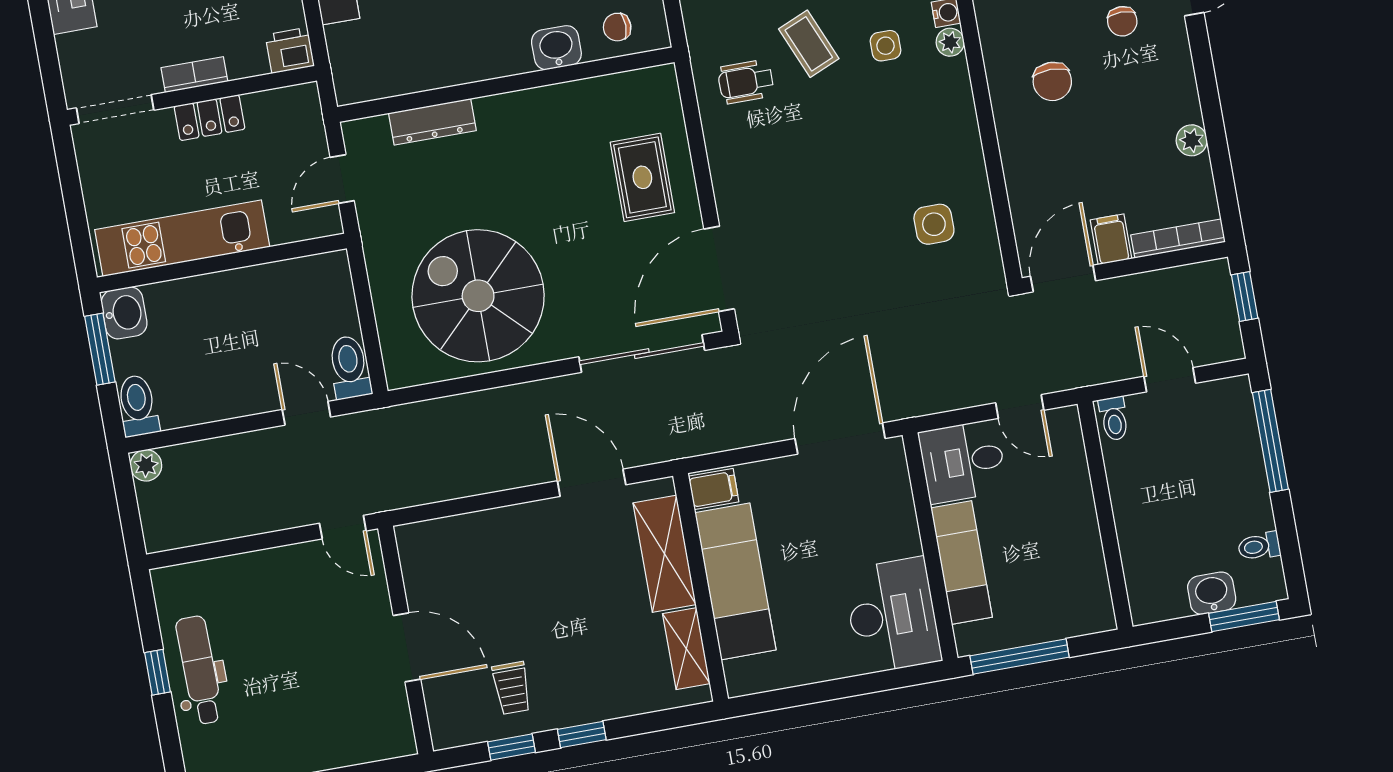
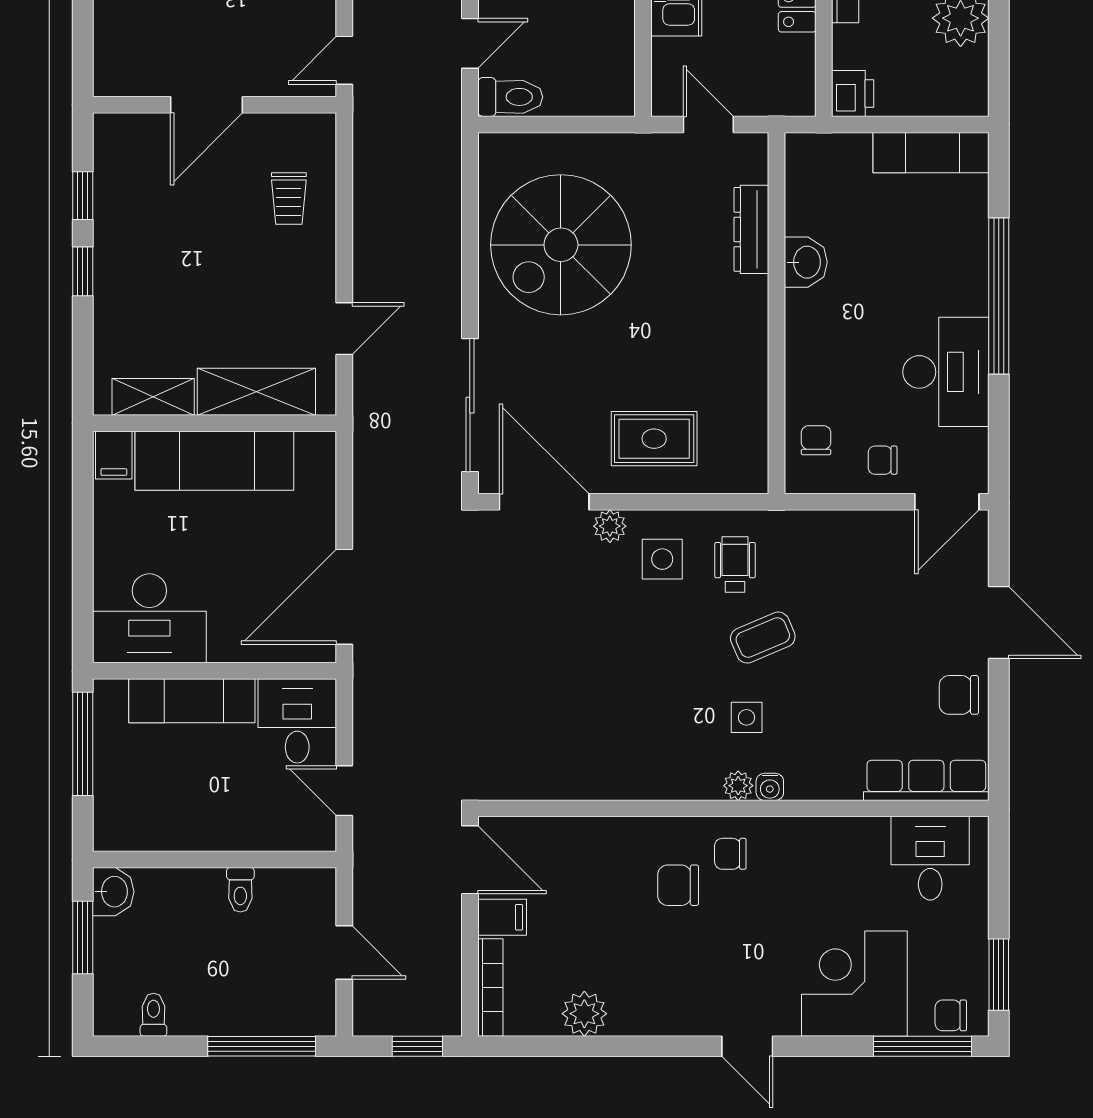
chair: (1122, 21) -> (730, 854), moved
washbasin: (556, 48) -> (806, 262), moved
plant: (1192, 140) -> (584, 1014), width x1.38, depth x1.38
plant: (731, 204) -> (610, 526), added
side table: (934, 224) -> (662, 559), moved
spiral stairs: (478, 296) -> (561, 245), turned 180
door: (1170, 380) -> (344, 952), hinge flipped
door: (1020, 406) -> (344, 791), hinge flipped
toilet: (1114, 419) -> (240, 890), moved, turned -90
door: (840, 439) -> (344, 597), swing flipped
door: (592, 483) -> (344, 329), width x0.73
filing cabinet: (714, 489) -> (114, 455), moved
washbasin: (1212, 593) -> (113, 892), moved
window: (1244, 617) -> (83, 937), moved
trolley: (512, 688) -> (289, 198), moved, turned -90

